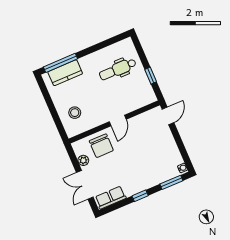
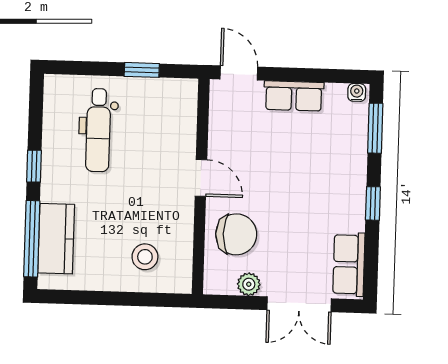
window: (91, 50) -> (34, 166), added
row of seats: (169, 143) -> (294, 96), added

